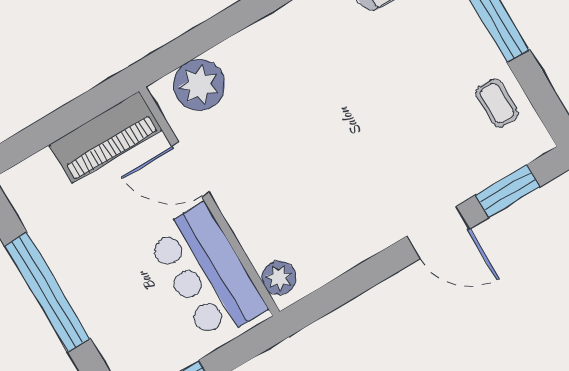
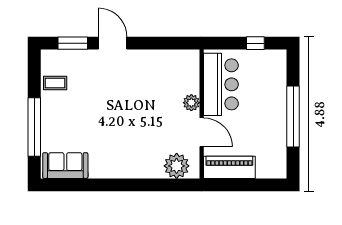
coffee table: (497, 103) -> (55, 83), turned 90
plant: (279, 278) -> (191, 103), moved

